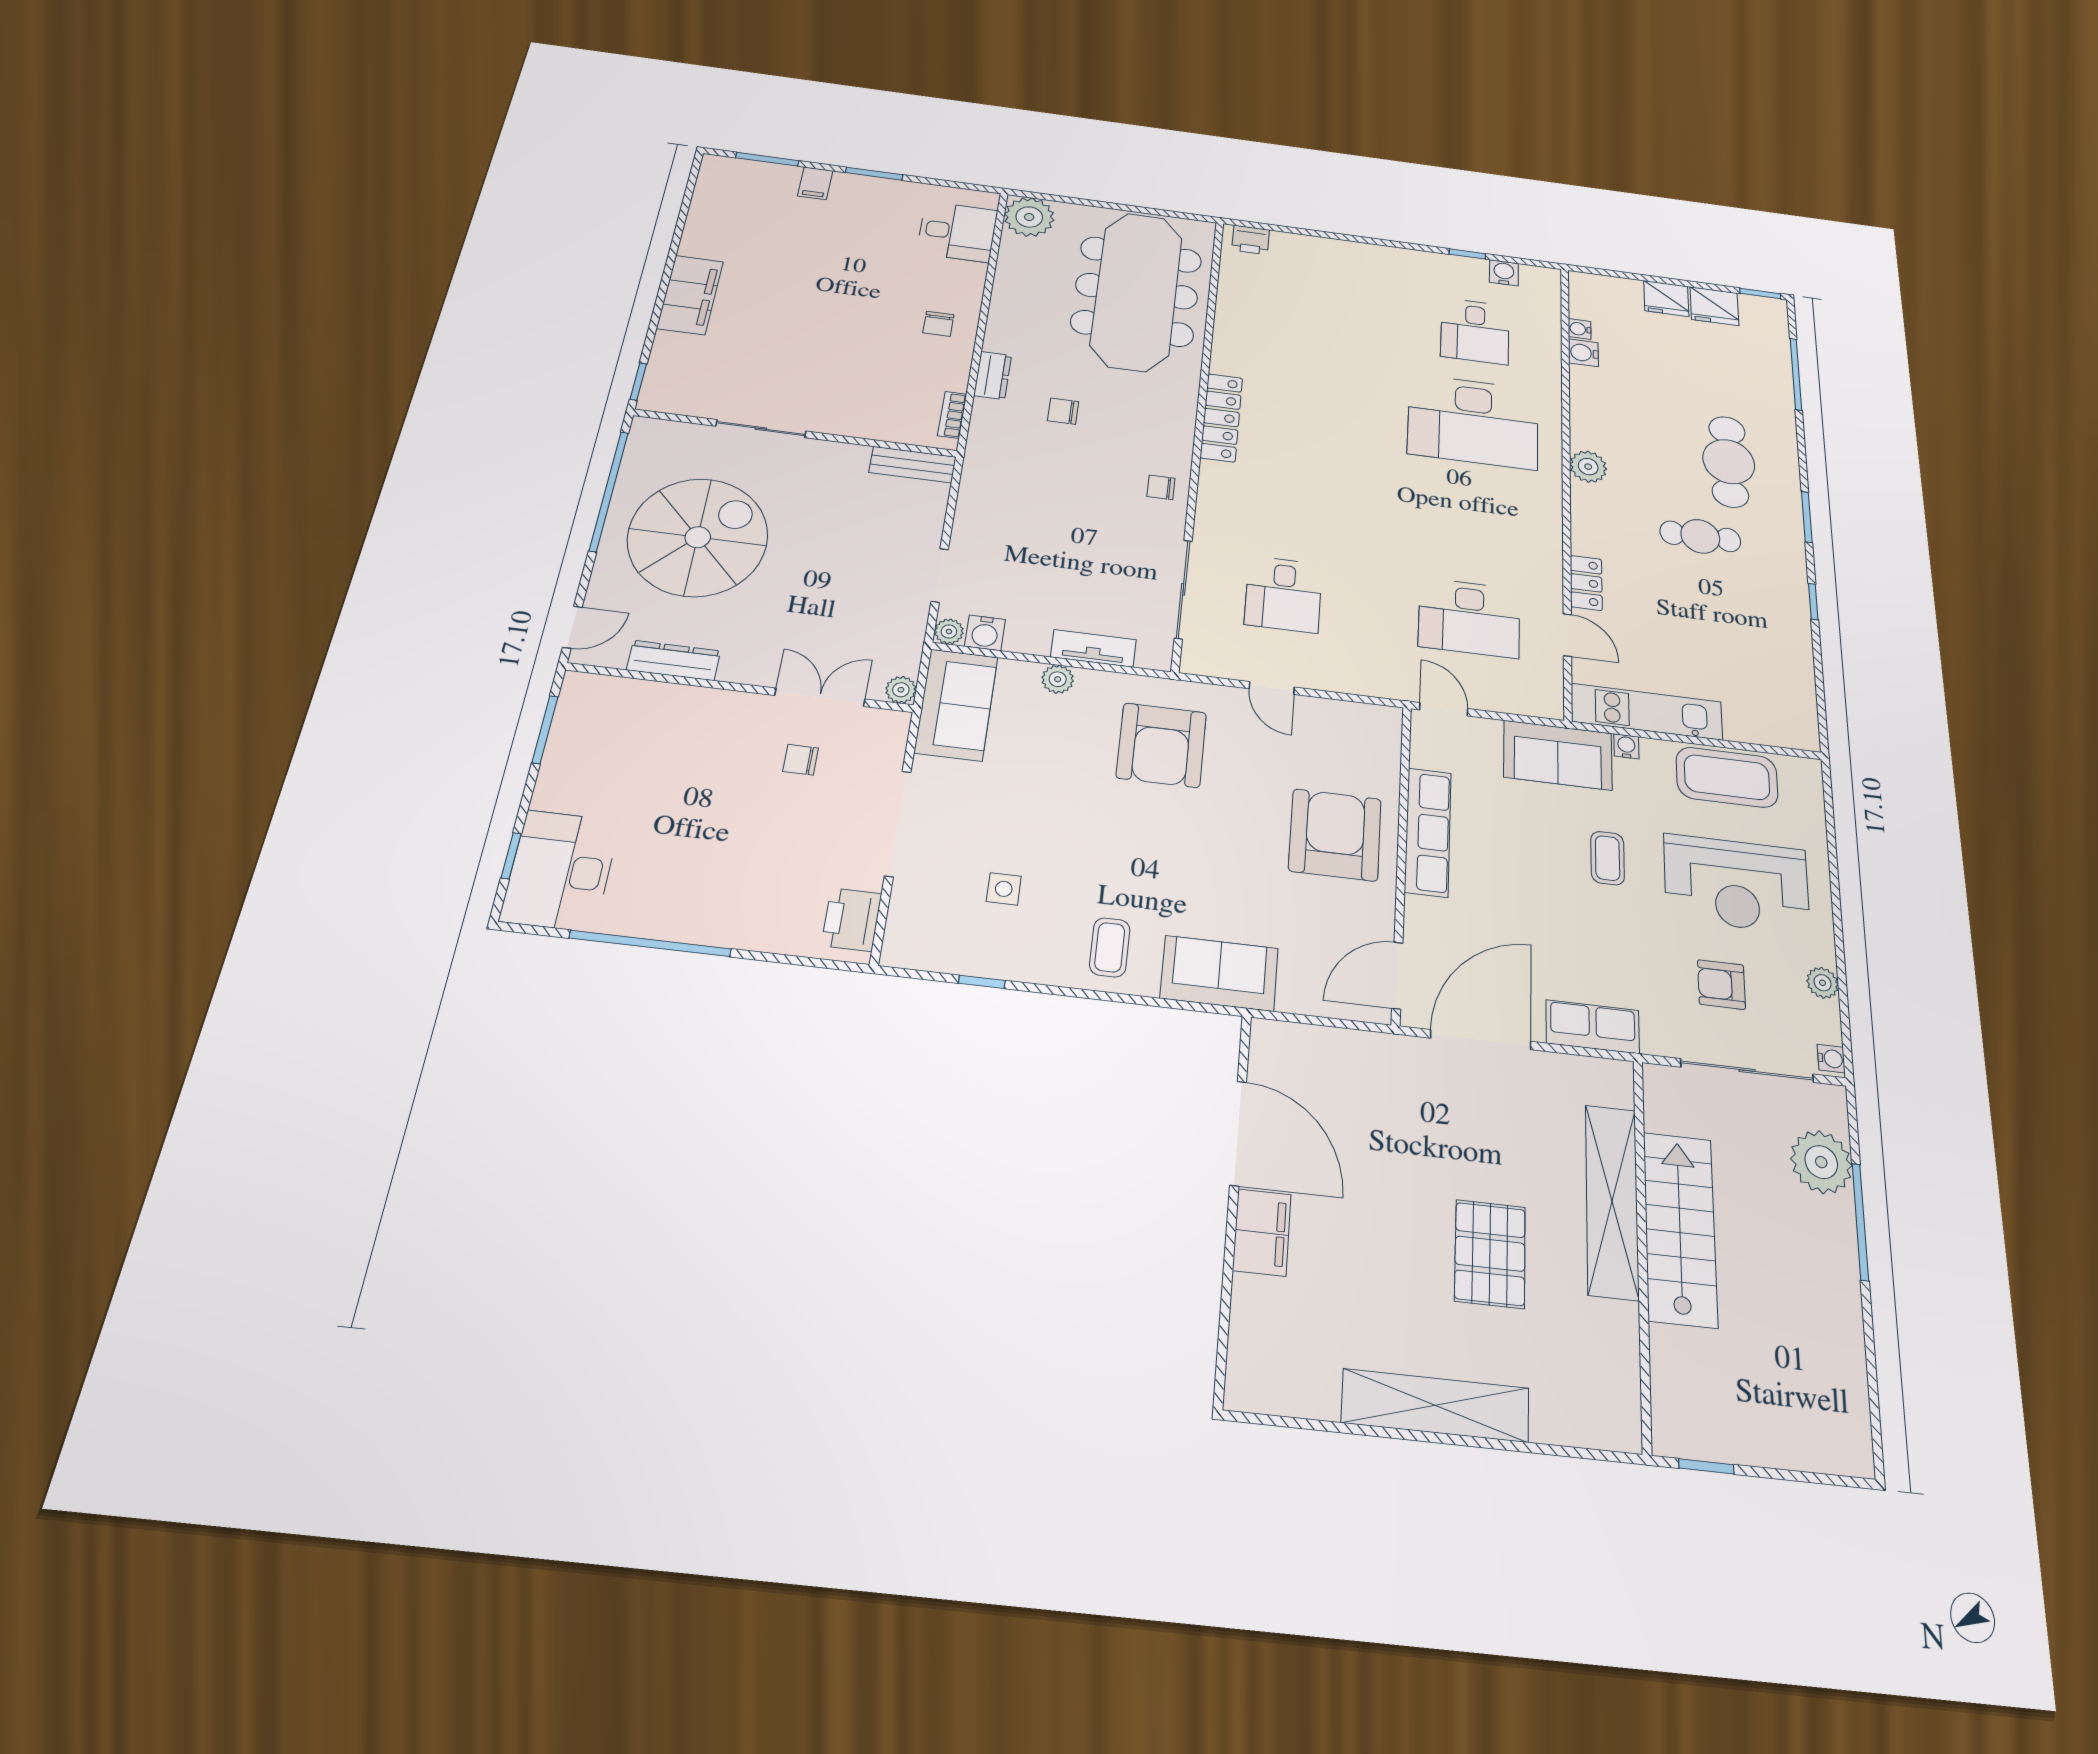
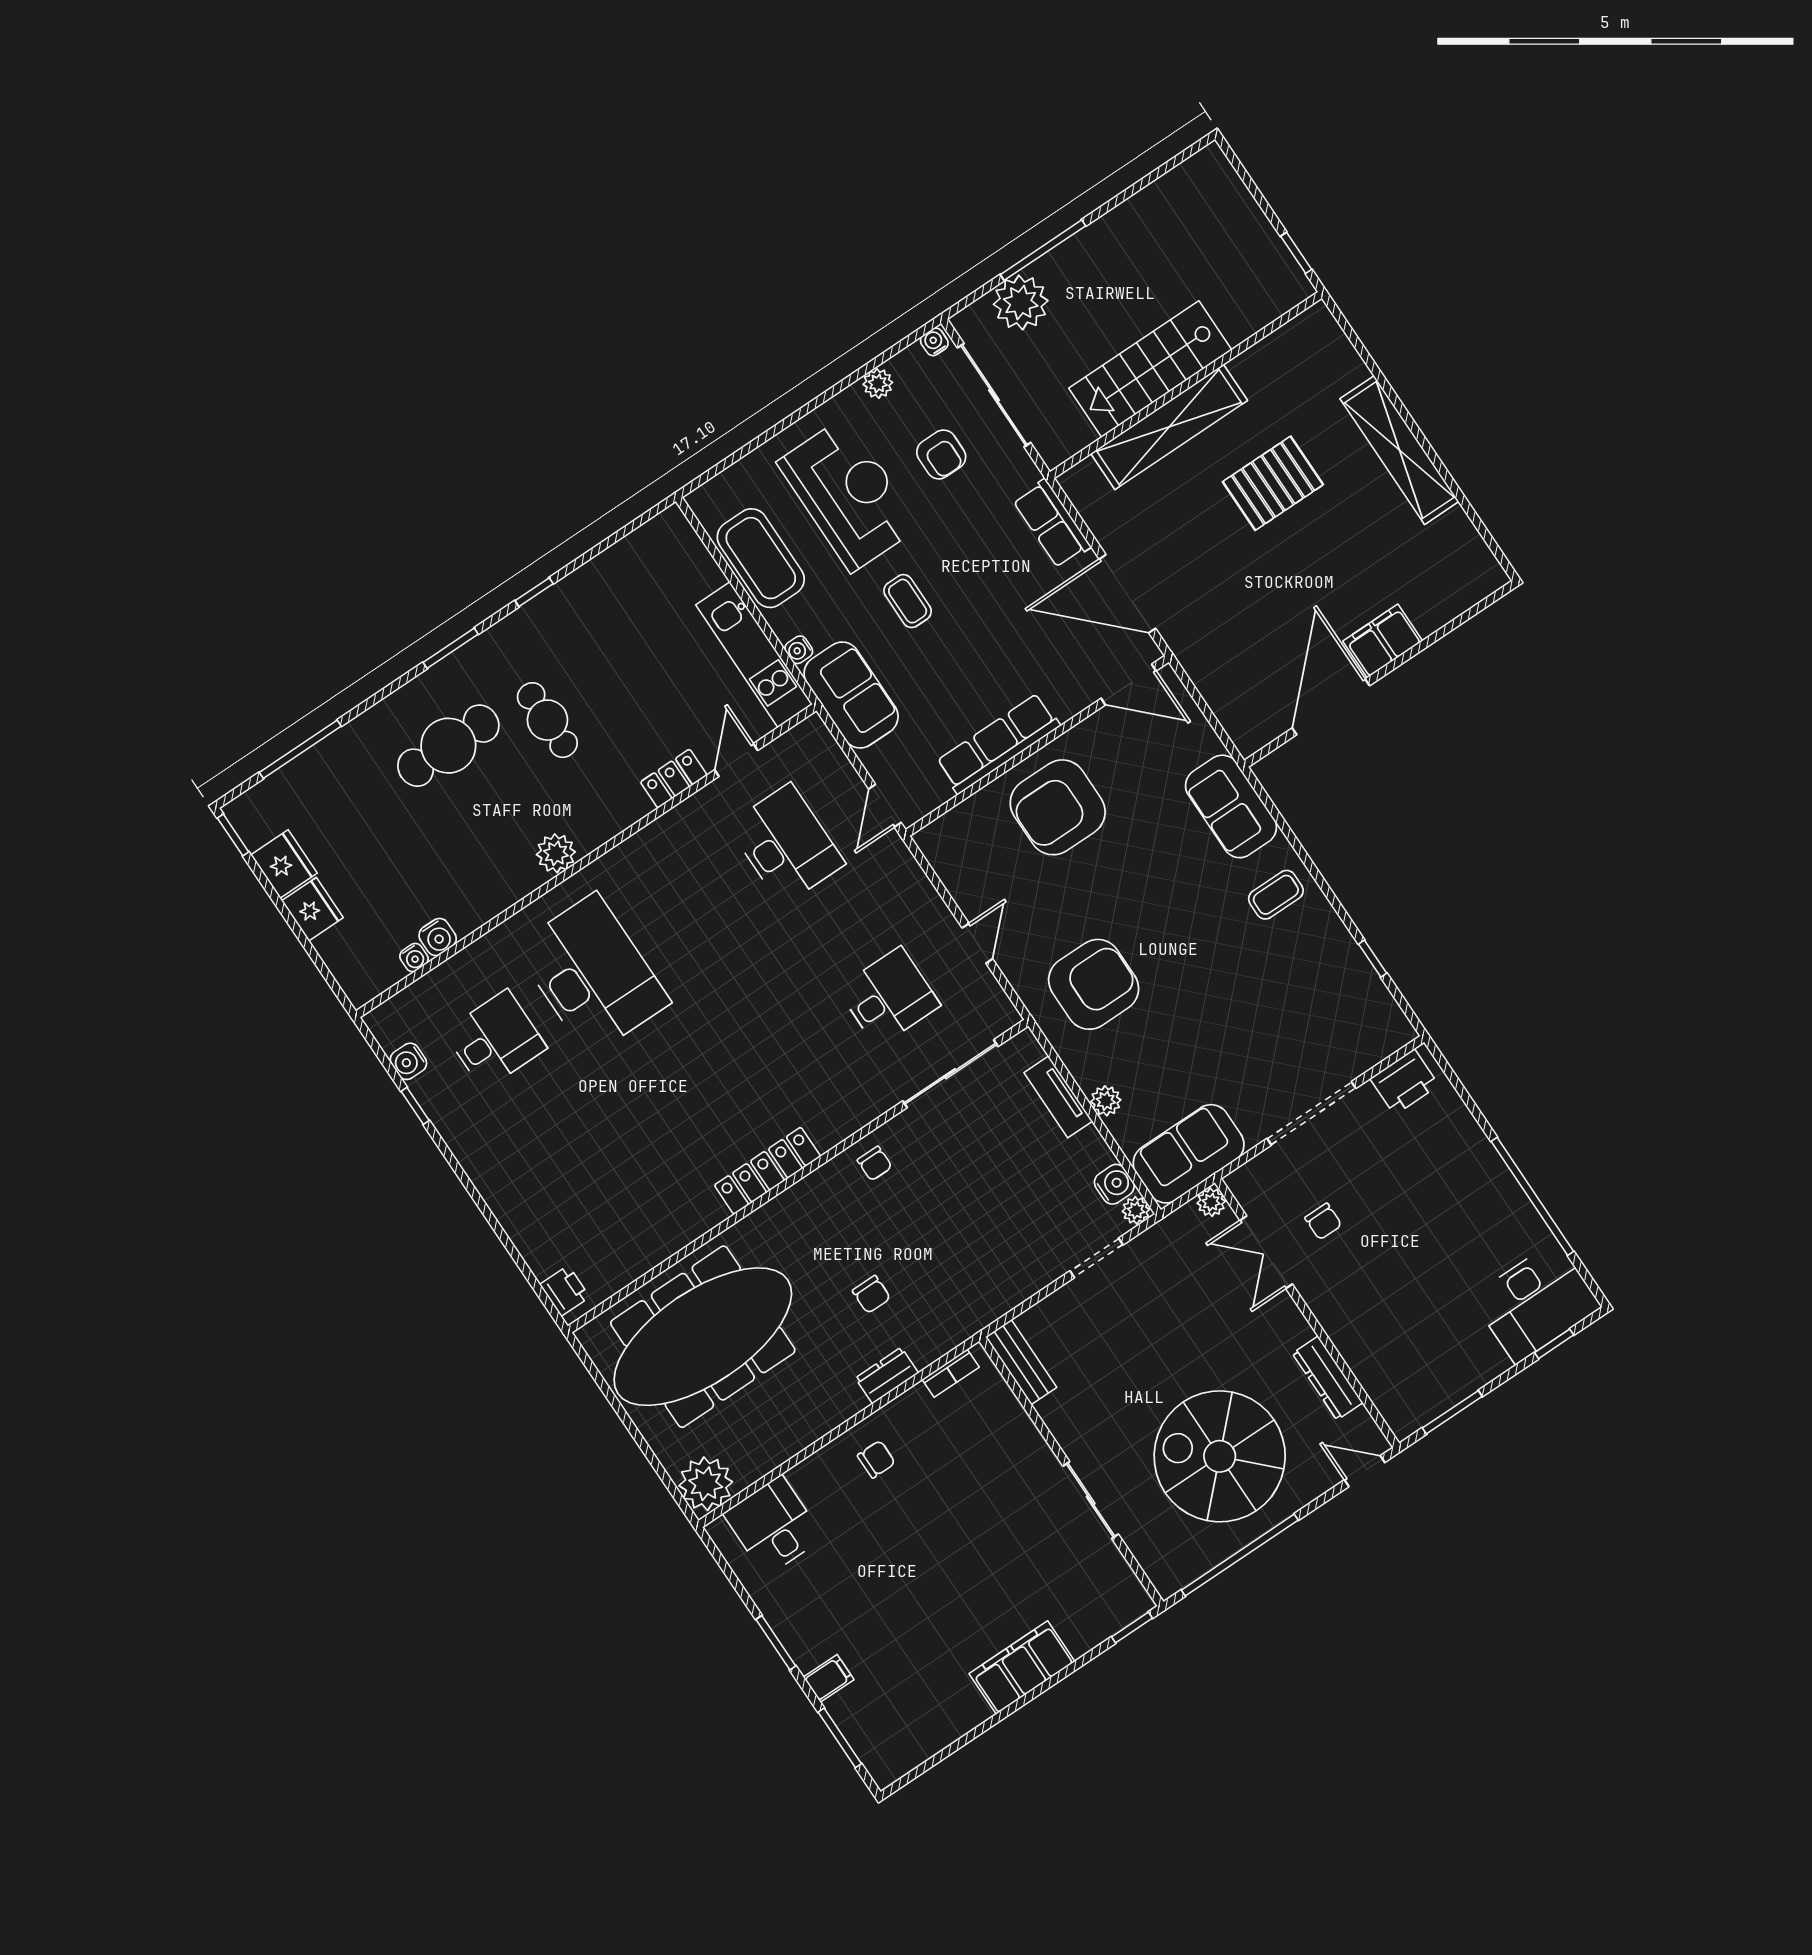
coffee table: (1608, 858) -> (908, 601), turned 90
side table: (1004, 889) -> (1296, 1001), removed

